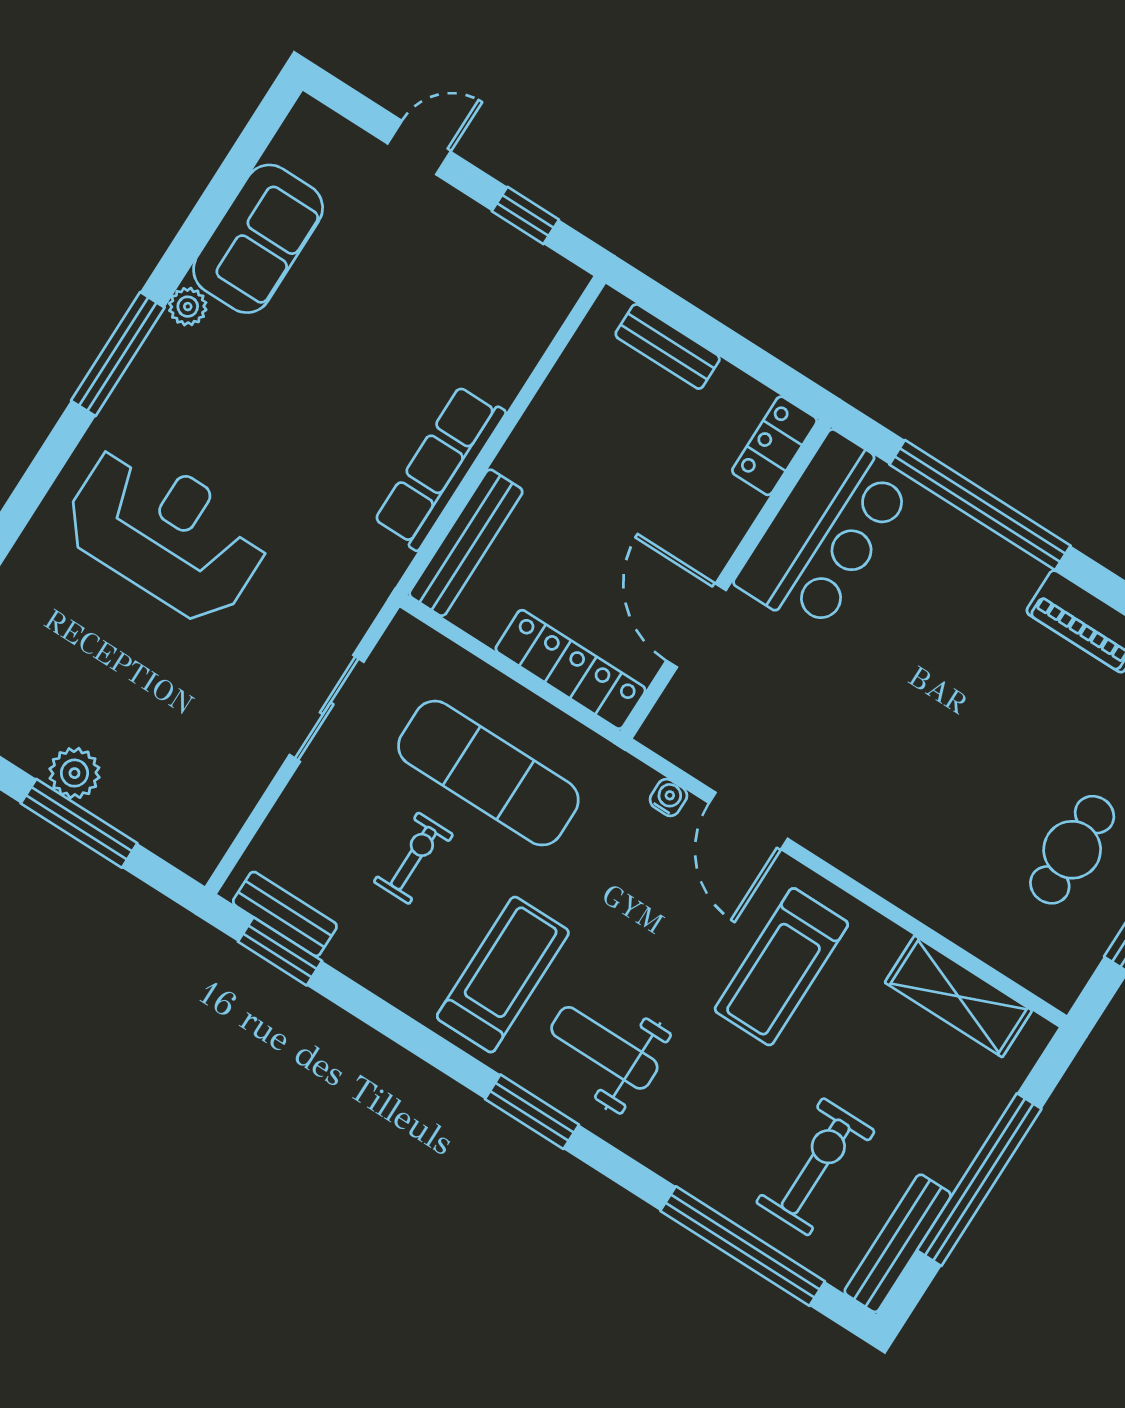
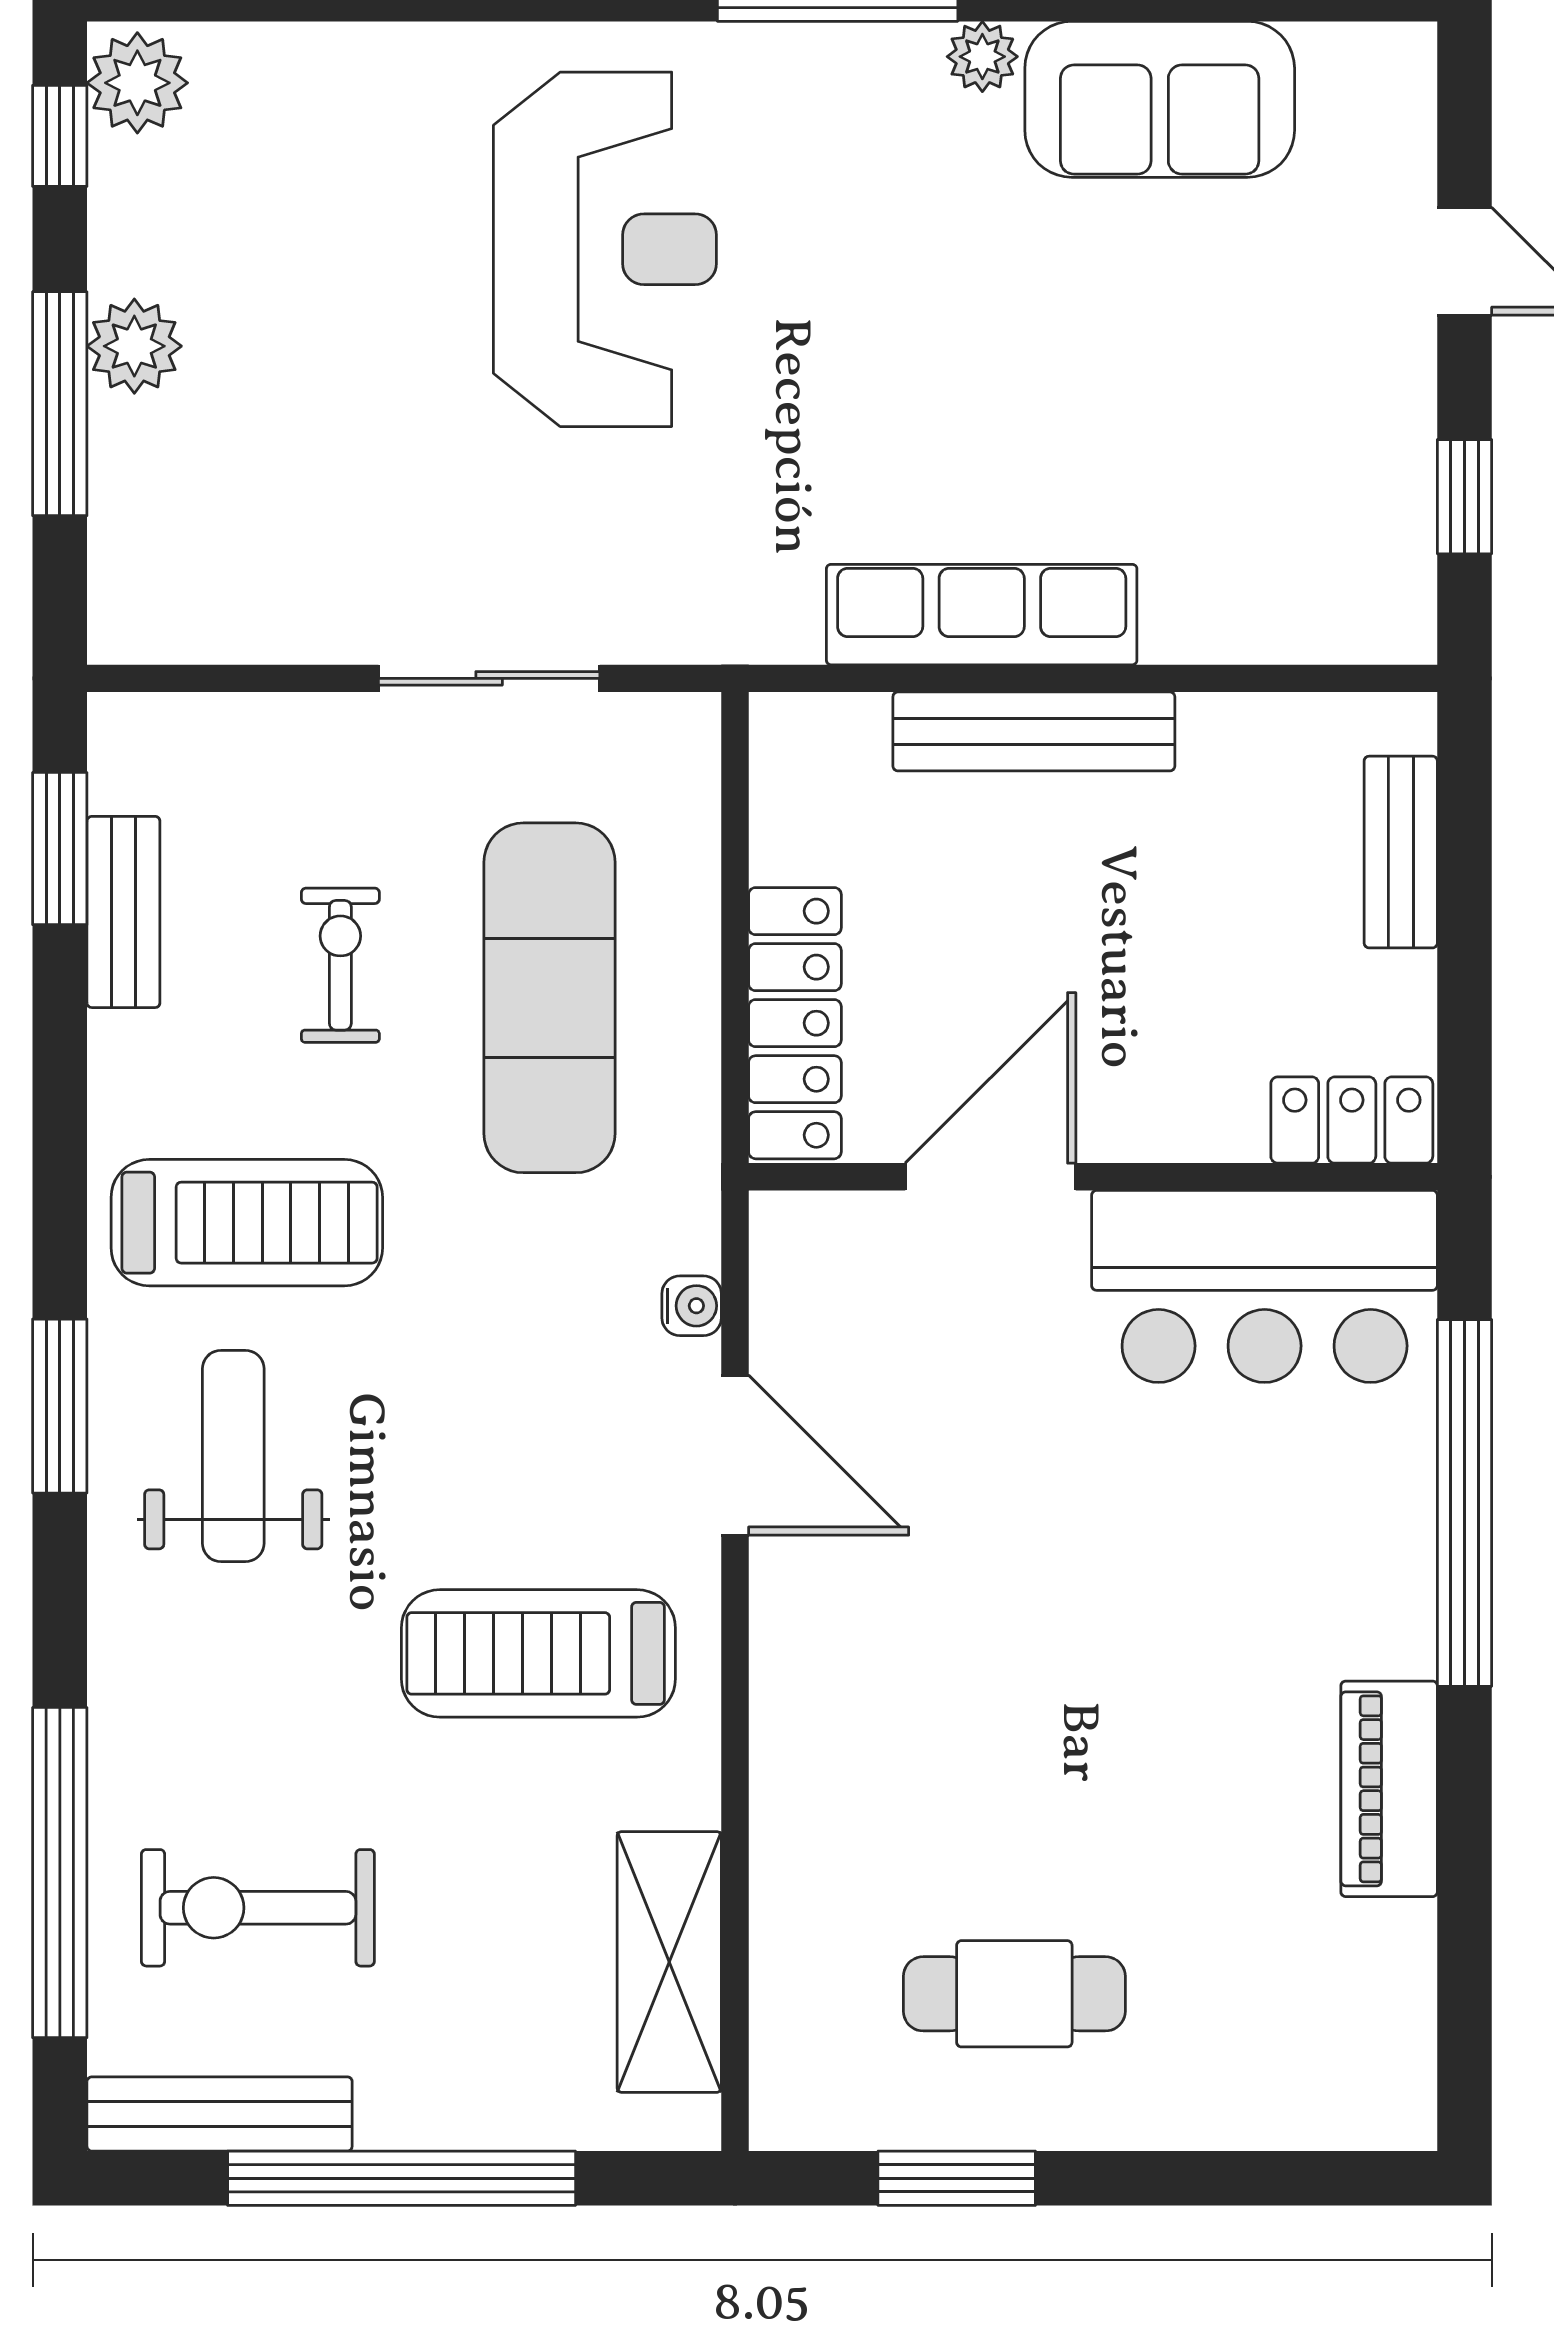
bench: (466, 543) -> (1034, 731), moved
door: (748, 821) -> (735, 1455), swing flipped
exercise bike: (413, 858) -> (340, 965), turned -90
bench: (285, 914) -> (123, 912), moved
exercise bike: (816, 1167) -> (258, 1908), turned 180

